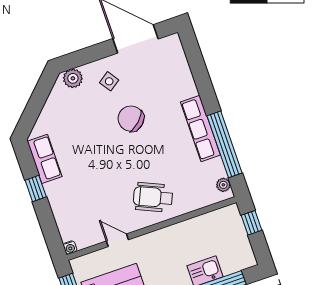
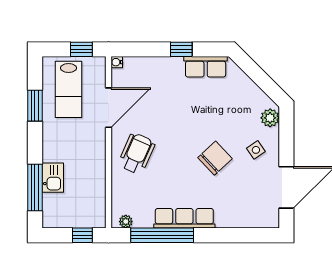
door: (117, 240) -> (108, 108), width x1.87

